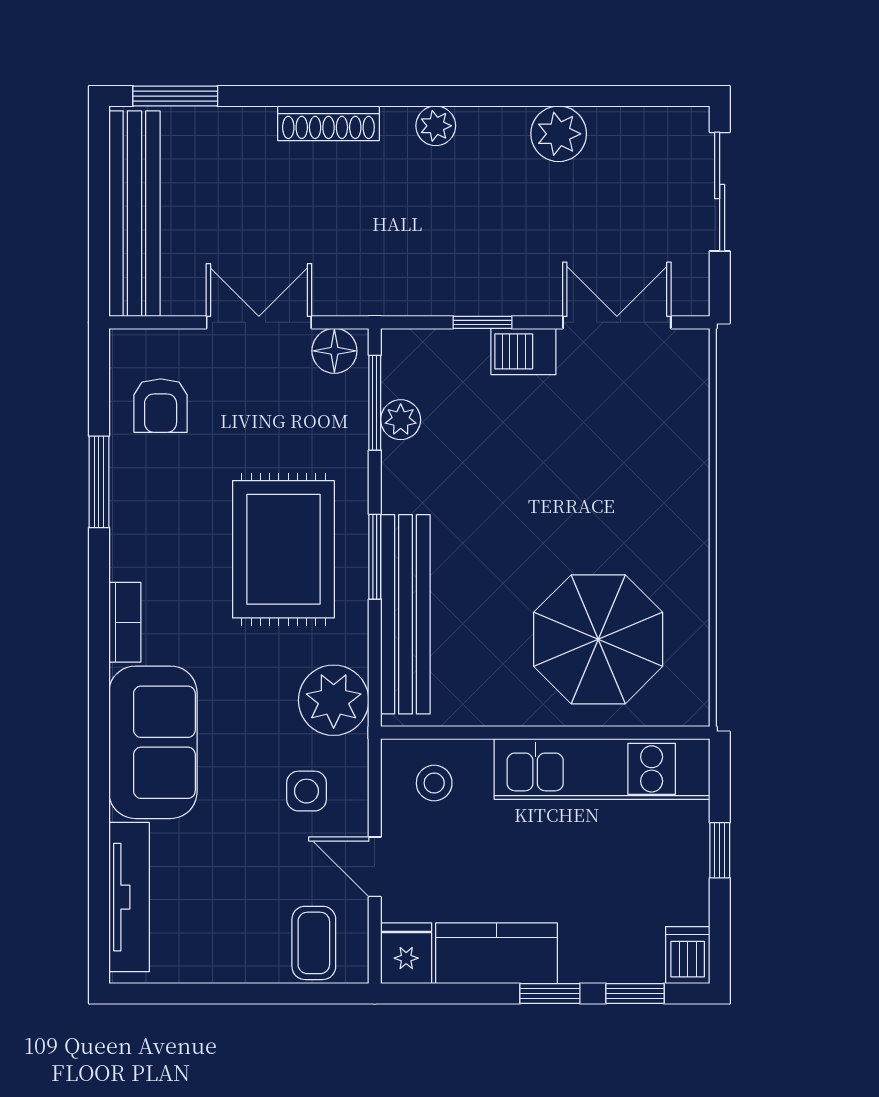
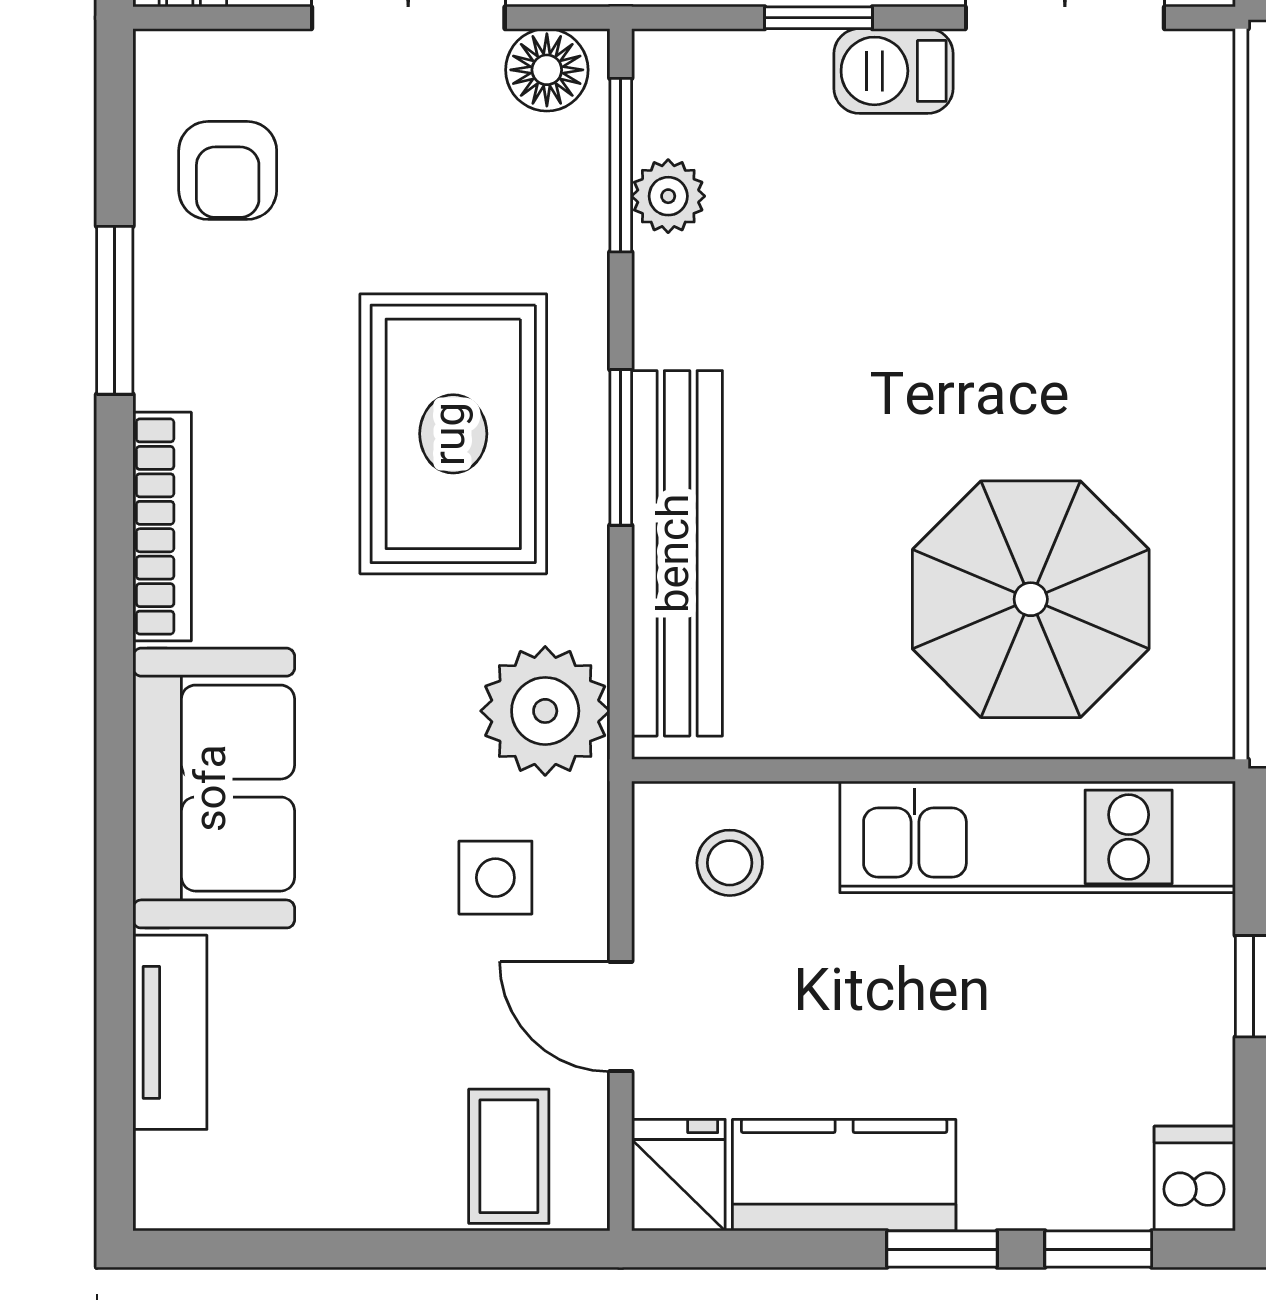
bookcase: (125, 622) -> (162, 527), width x1.56
tv unit: (129, 897) -> (170, 1032), width x0.71

